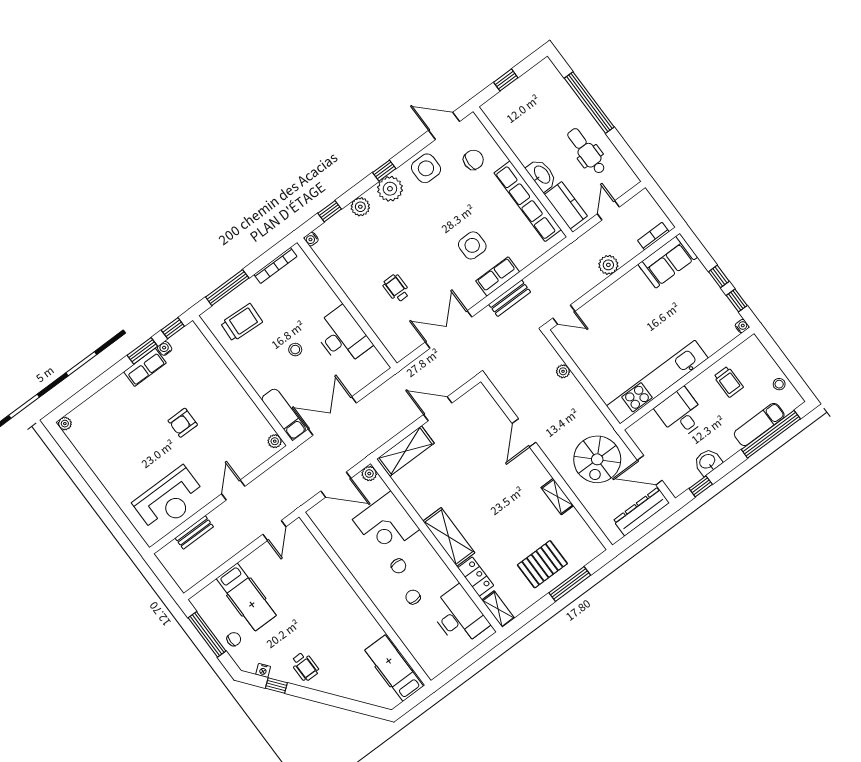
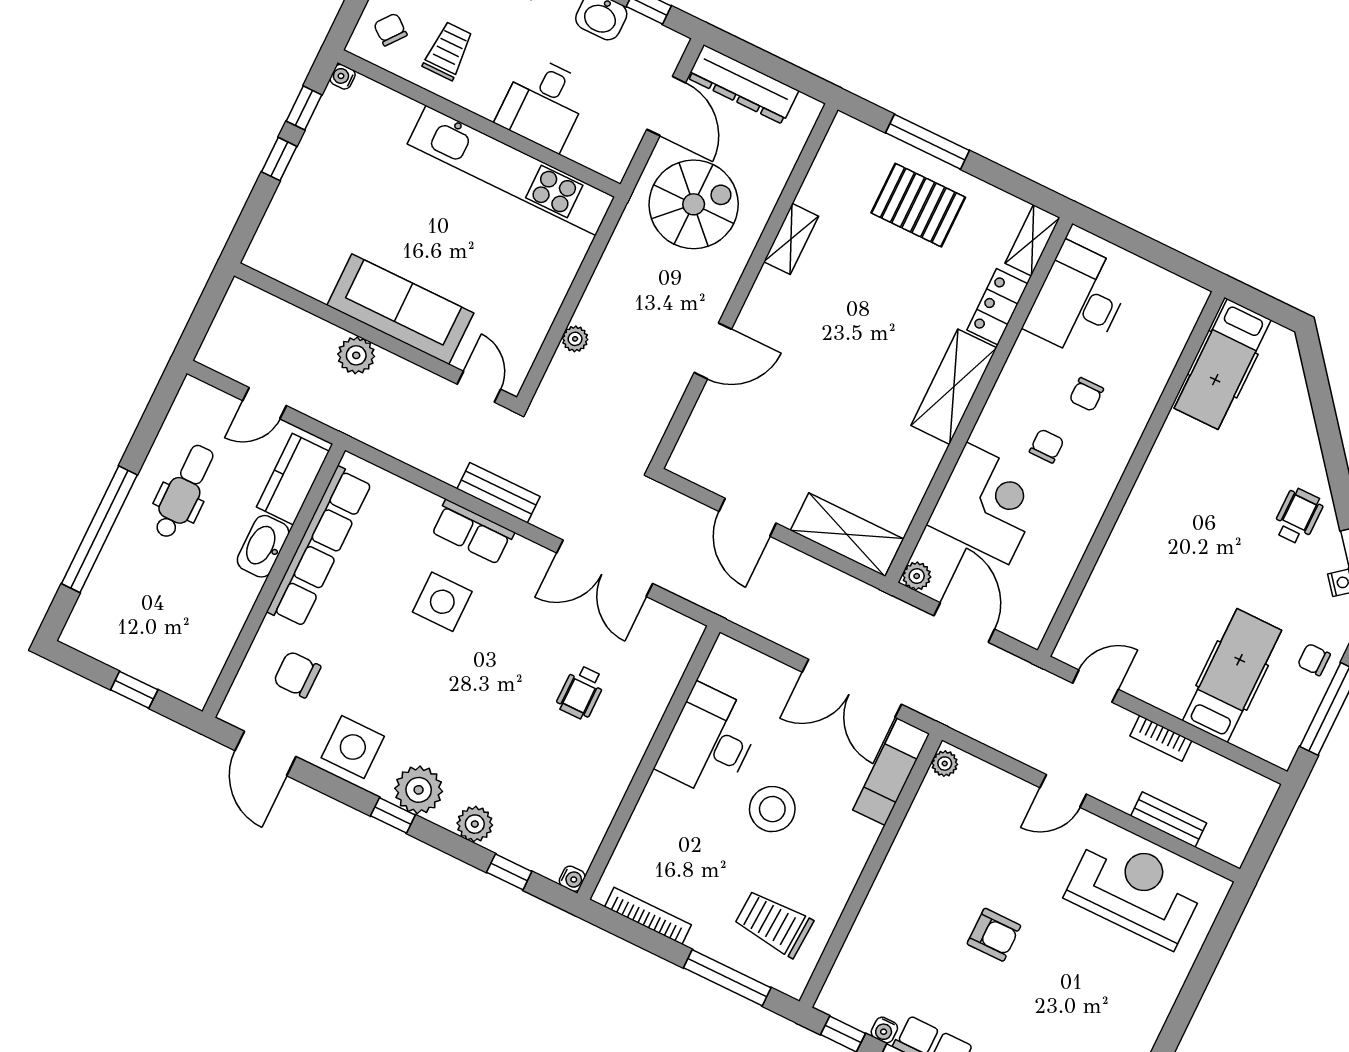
dental chair: (586, 151) -> (184, 492), turned 180
bookcase: (653, 236) -> (1161, 738), moved
sofa: (668, 261) -> (400, 309), moved, width x1.36
stool: (295, 350) -> (772, 809), width x1.89, depth x1.89
chair: (753, 360) -> (390, 29), added

